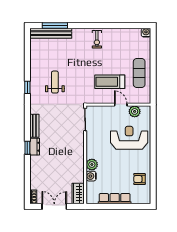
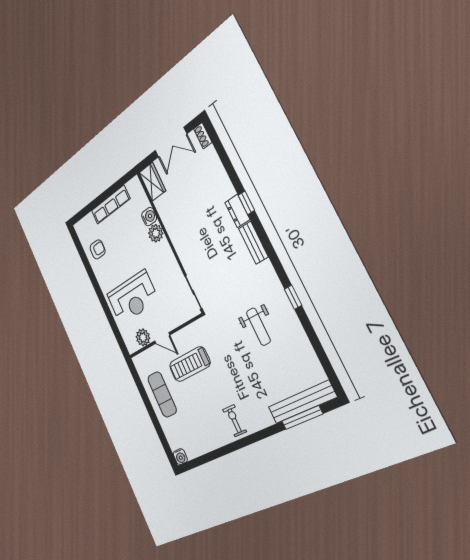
treadmill: (110, 82) -> (190, 364), turned 180

